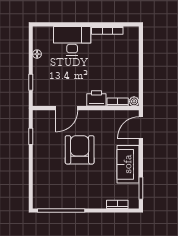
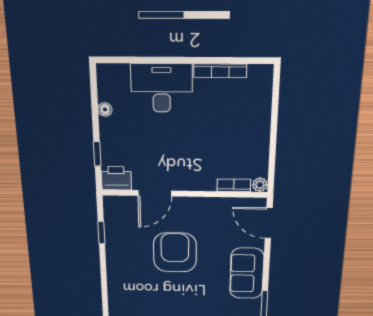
printer: (96, 98) -> (116, 178), moved
door: (141, 128) -> (269, 223), hinge flipped

